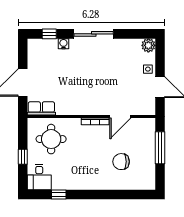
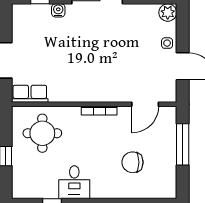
door: (120, 117) -> (145, 104), moved
desk: (39, 177) -> (74, 182), moved

